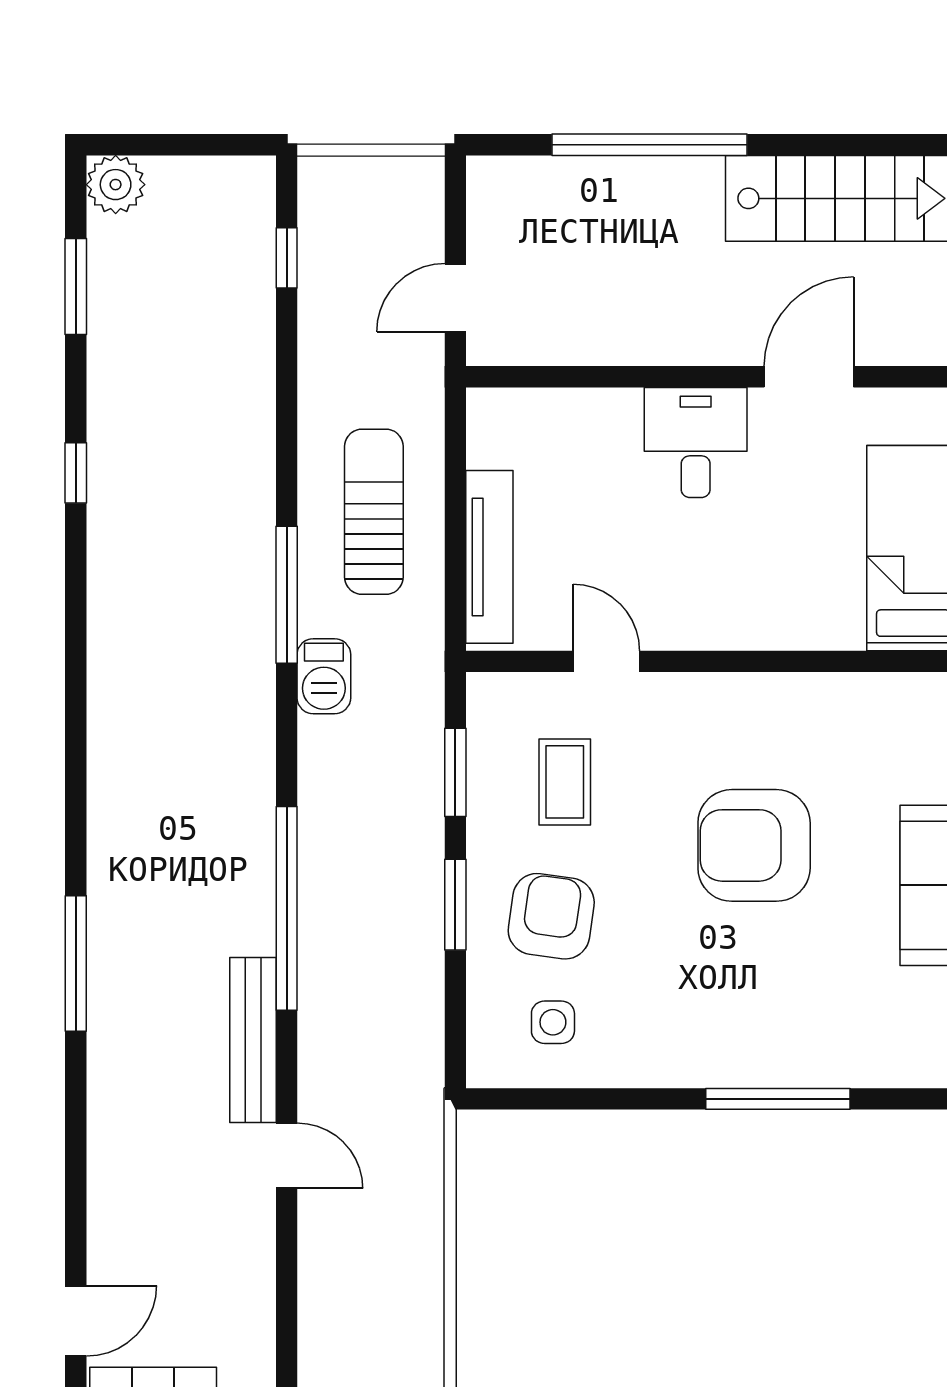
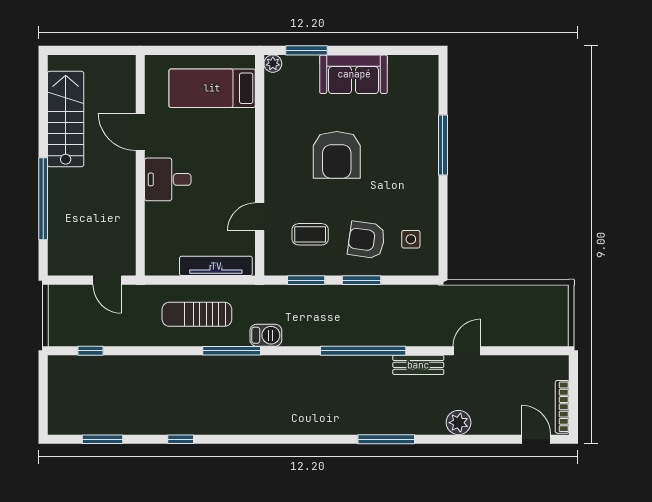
plant: (116, 185) -> (459, 423), moved
bench: (253, 1040) -> (418, 365), width x0.73

